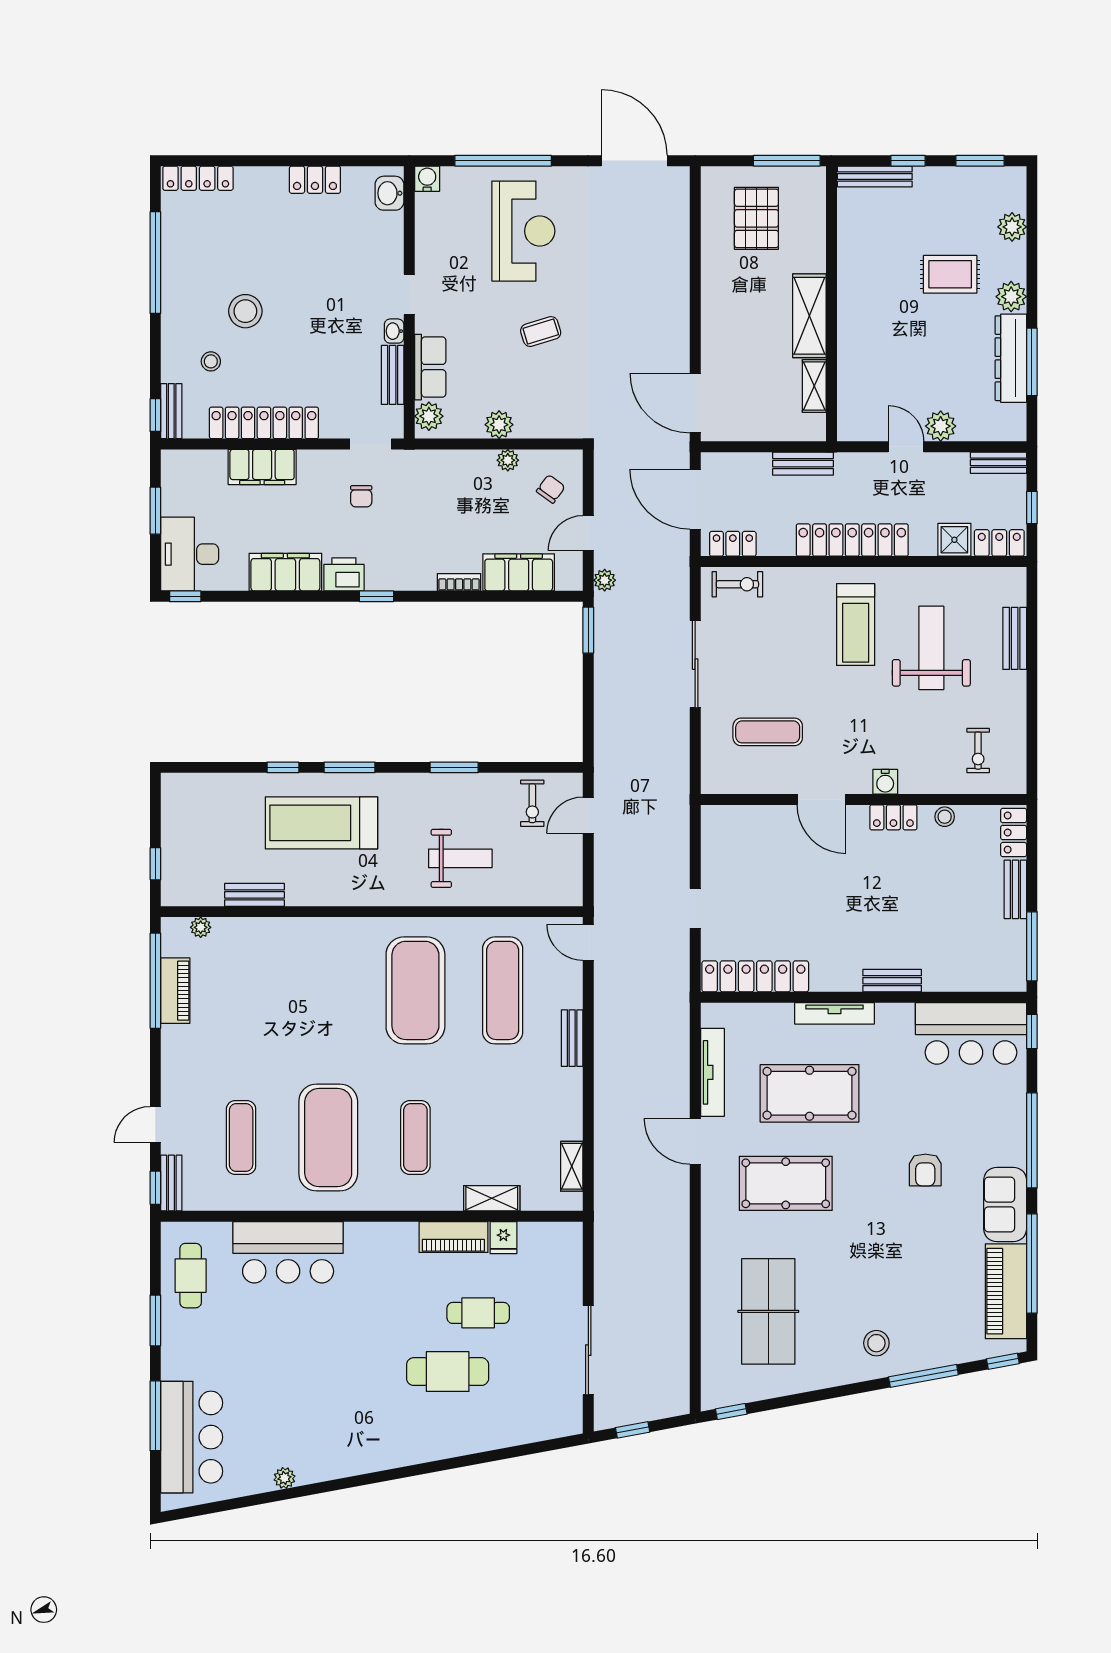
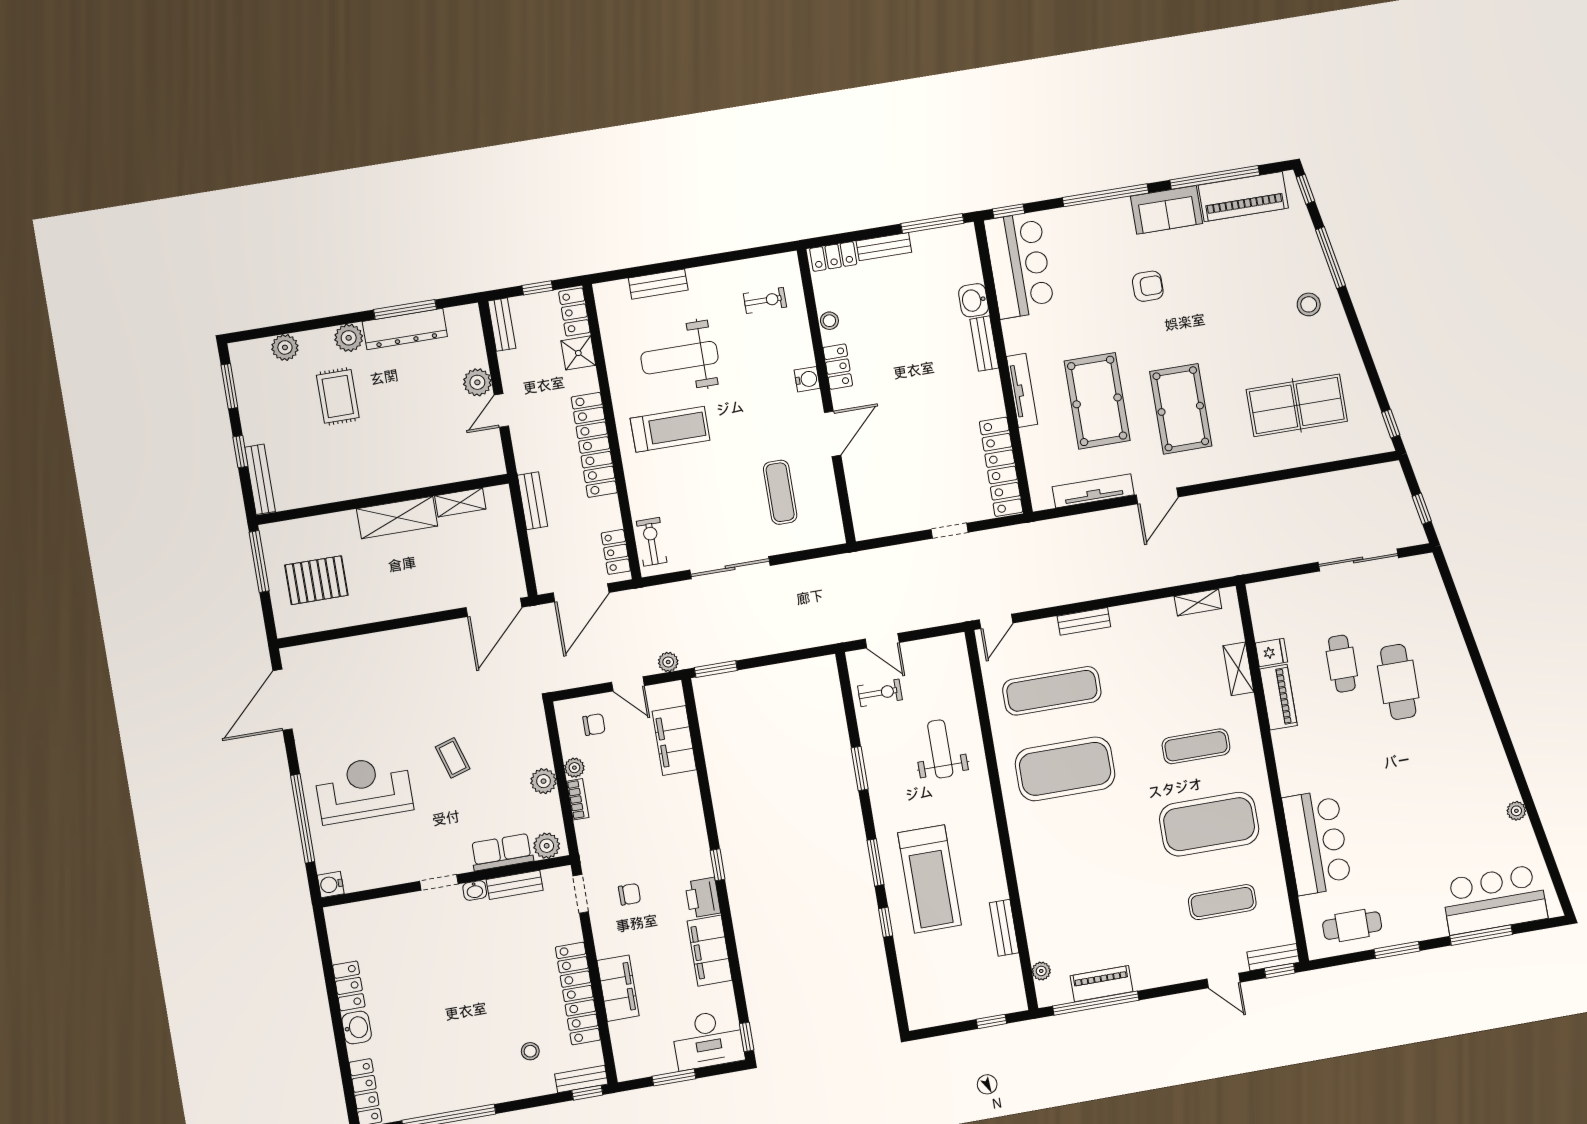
washbasin: (389, 193) -> (357, 1028), moved, turned -90
stool: (245, 311) -> (479, 1028), removed
chair: (551, 489) -> (594, 725), turned 144
bookcase: (459, 582) -> (578, 799), moved, turned 180
washbasin: (941, 977) -> (973, 300), added

